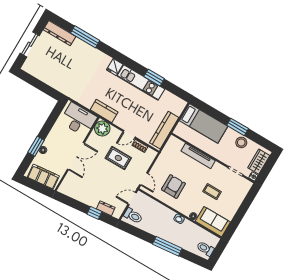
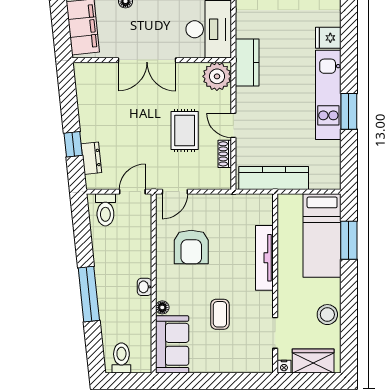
window: (238, 127) -> (349, 240), moved
armchair: (173, 187) -> (191, 247), turned 90
door: (132, 198) -> (132, 192), hinge flipped

